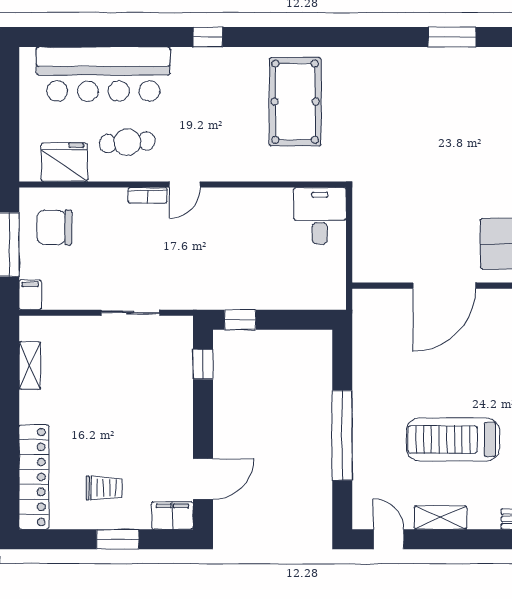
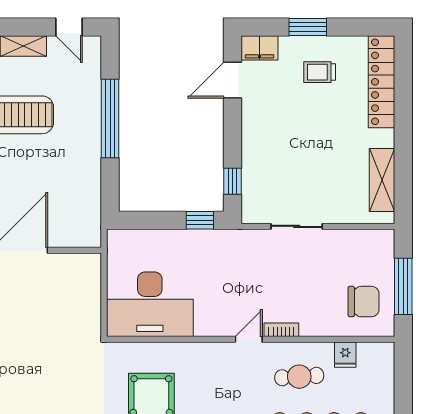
fridge: (64, 162) -> (345, 355), width x0.53, depth x0.75
desk: (320, 216) -> (150, 304), width x1.87, depth x1.30
filing cabinet: (30, 295) -> (385, 242), removed
shelving: (30, 365) -> (382, 180), width x1.50, depth x1.33

